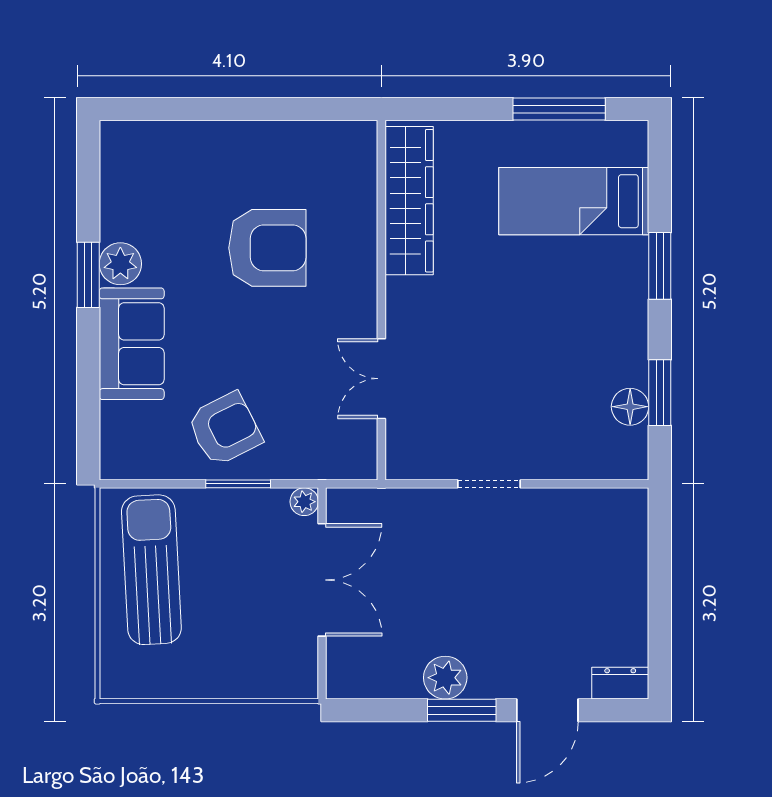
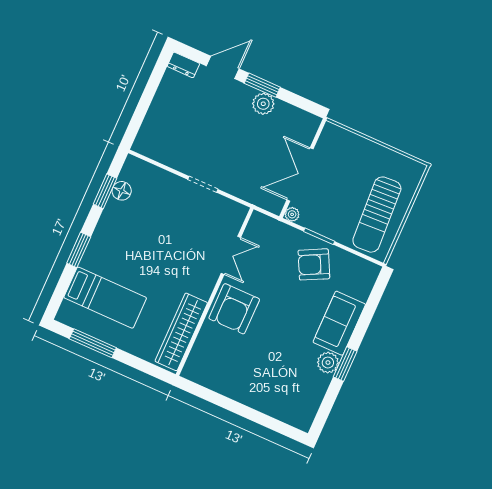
armchair: (267, 248) -> (234, 309), moved, turned -90

